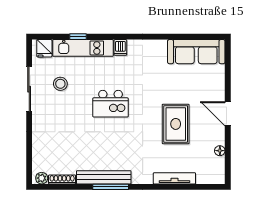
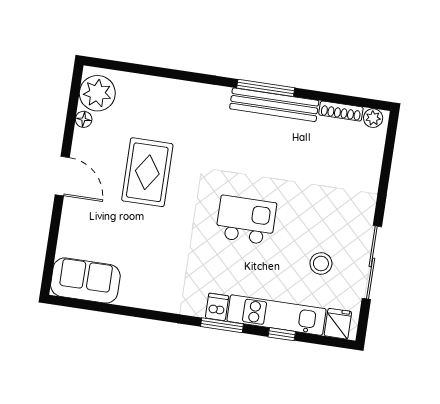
window: (116, 37) -> (222, 325), added
sofa: (196, 52) -> (85, 280), width x0.73
plant: (214, 168) -> (97, 93), added
tv unit: (174, 178) -> (162, 86), removed

